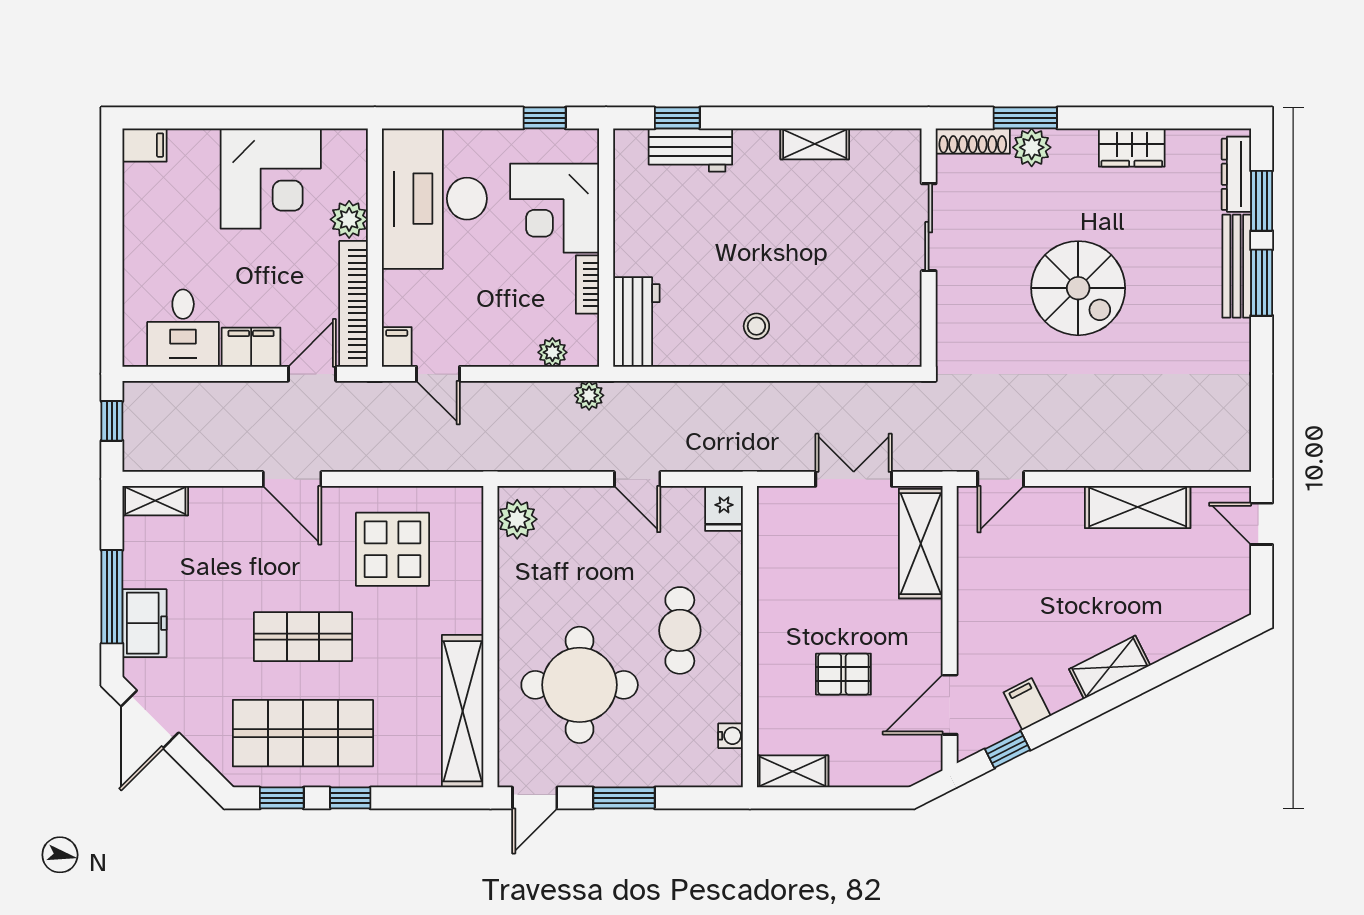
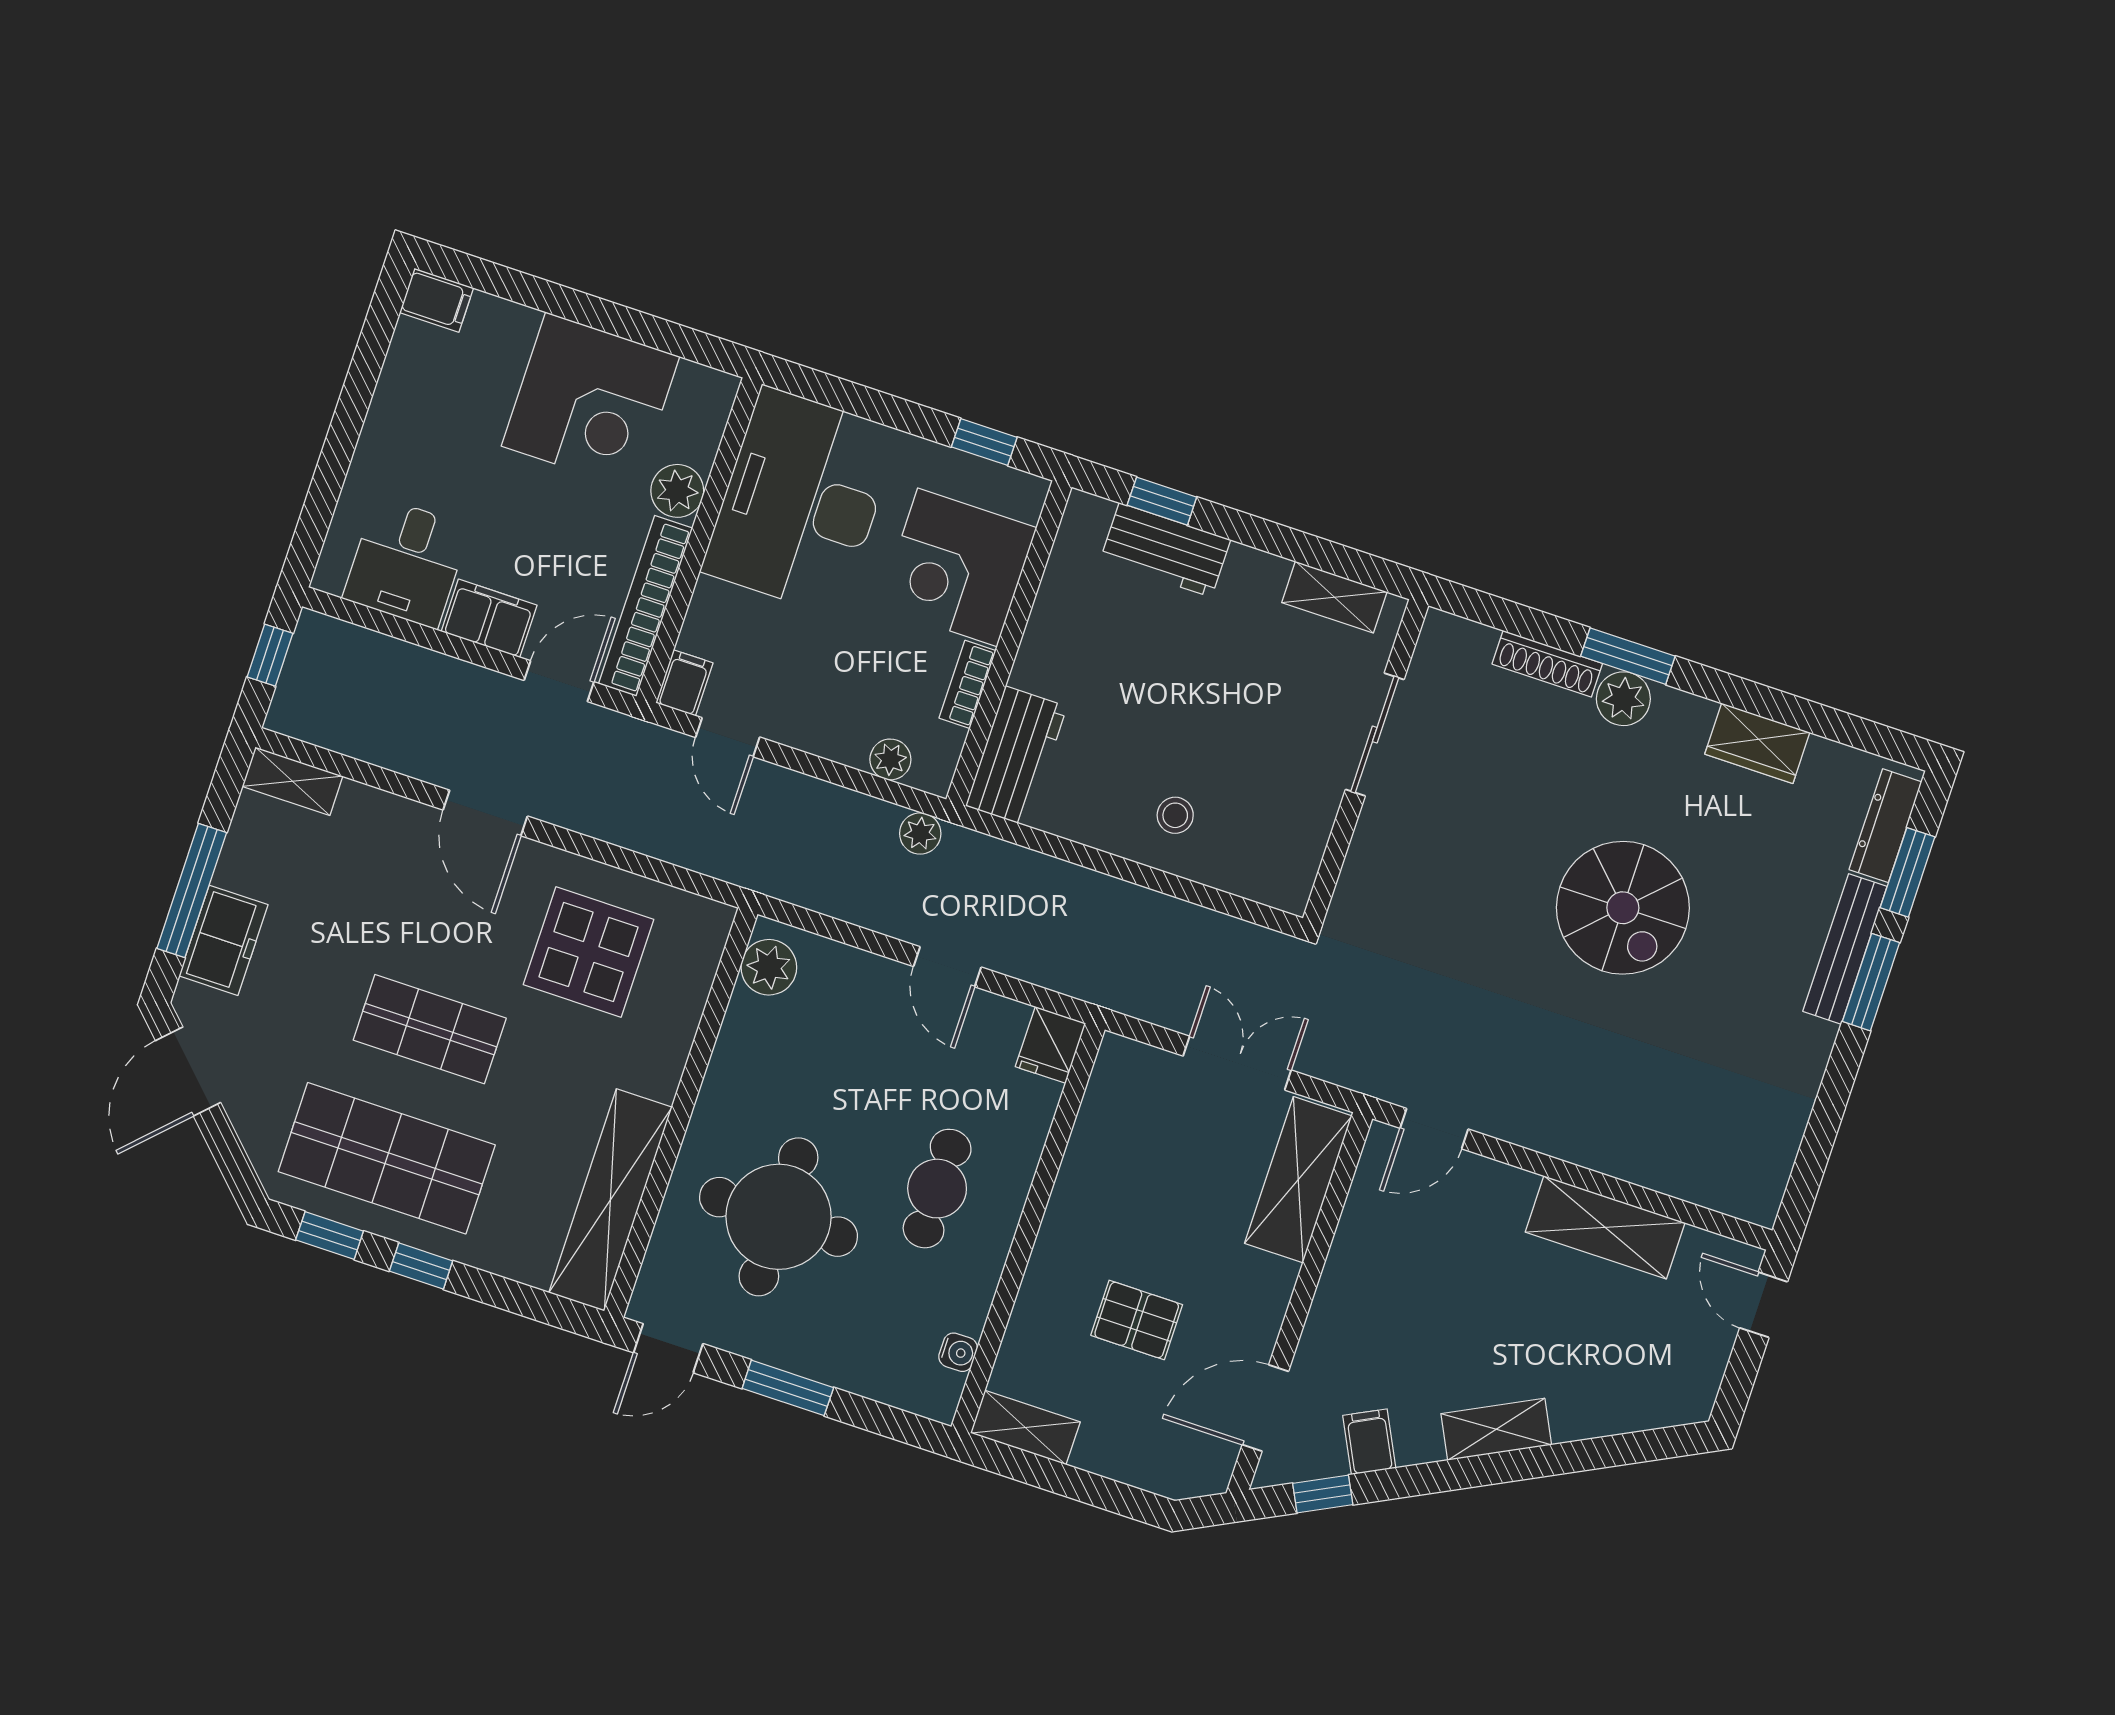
sliding door: (929, 227) -> (1375, 735), moved
wall: (929, 248) -> (1366, 762), moved

